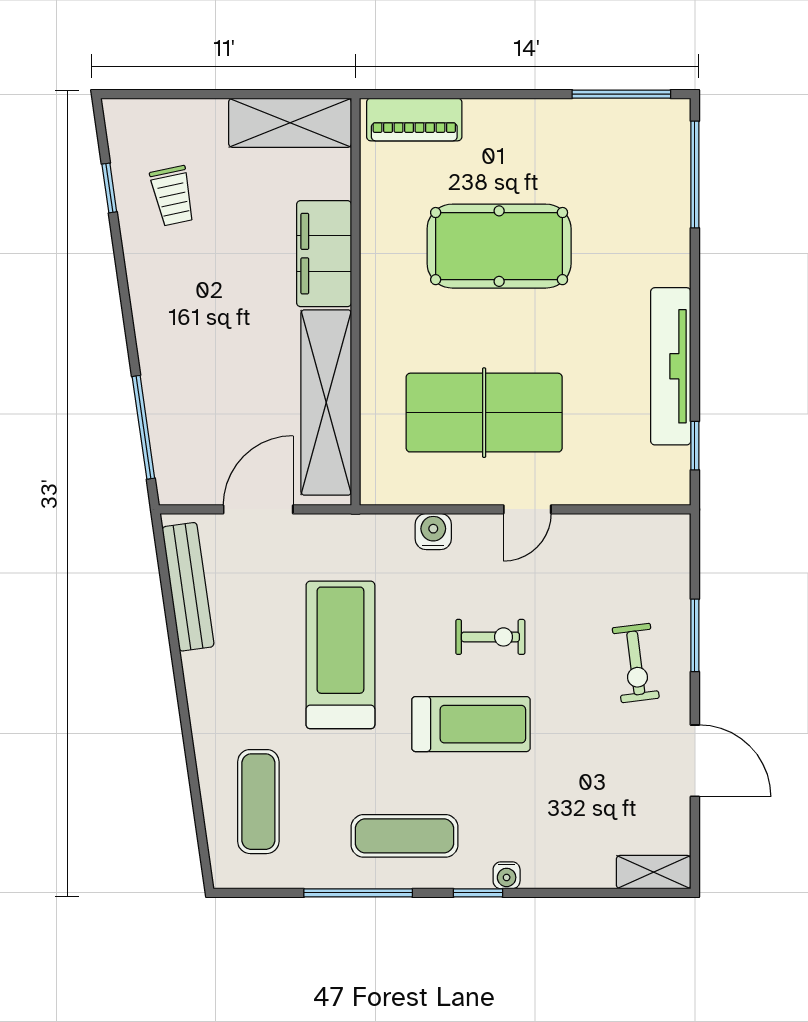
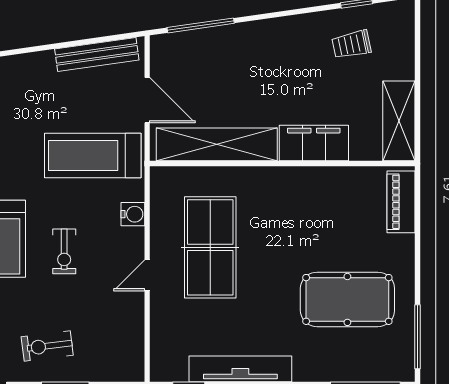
pool table: (499, 246) -> (347, 299), moved, turned 90
door: (527, 509) -> (147, 275), hinge flipped
treadmill: (340, 655) -> (93, 155), moved, turned 180

